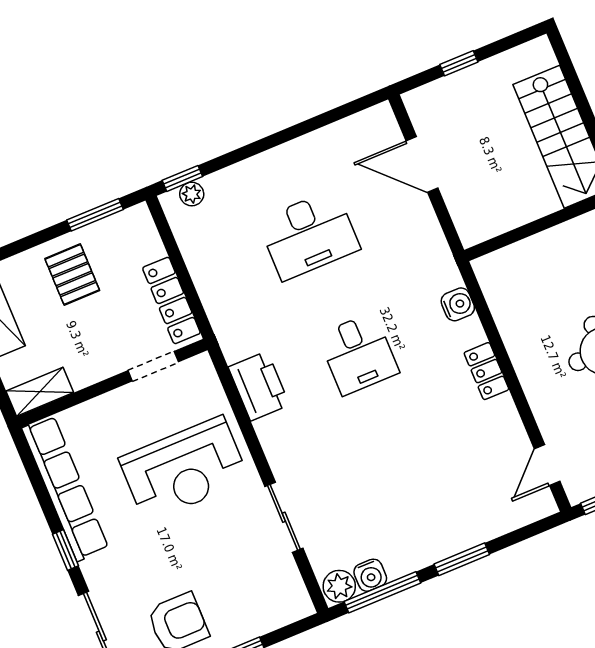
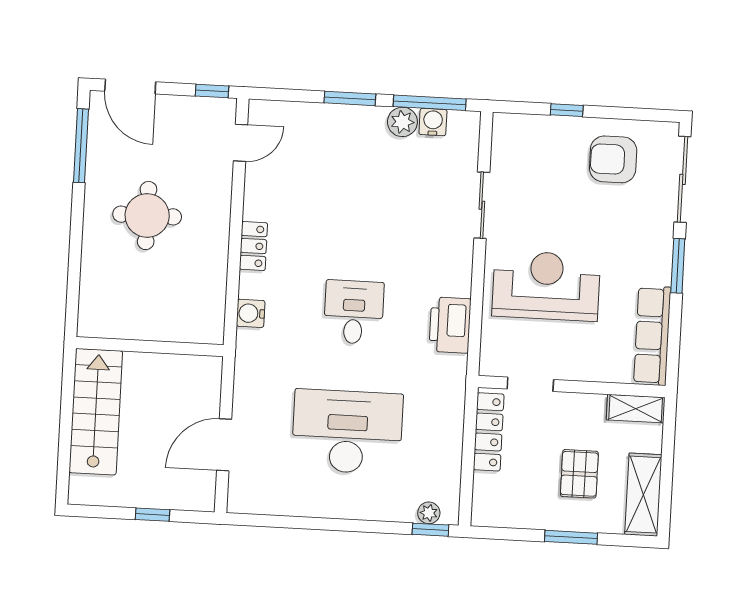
door: (422, 165) -> (224, 445), swing flipped
window: (95, 215) -> (571, 537), moved
desk: (309, 235) -> (347, 432), width x1.36, depth x1.30
pallet: (72, 275) -> (579, 474), moved
row of seats: (65, 488) -> (652, 336), width x0.73
window: (65, 550) -> (678, 266), width x1.50
plant: (339, 586) -> (402, 122), moved

